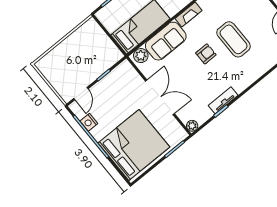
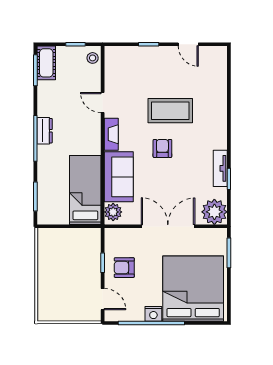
armchair: (112, 91) -> (124, 268), added
nightstand: (89, 122) -> (153, 314), moved
plant: (192, 126) -> (214, 212), width x1.87, depth x1.87

